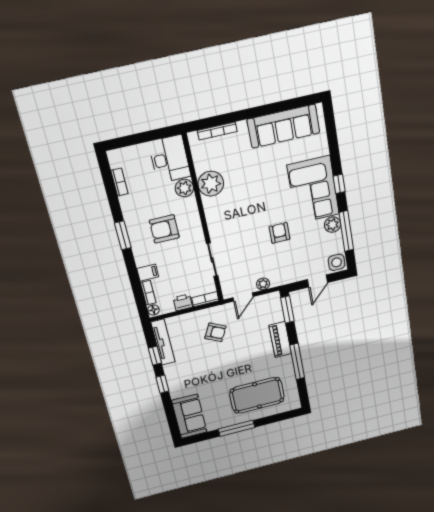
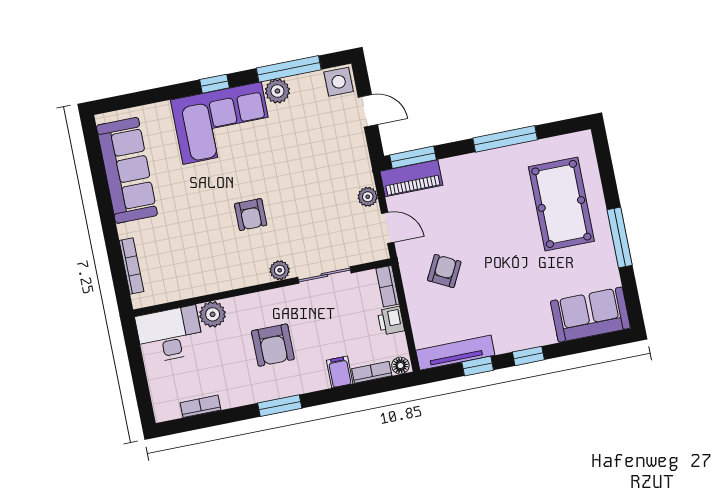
plant: (211, 184) -> (280, 270), moved, width x0.53, depth x0.53
armchair: (279, 233) -> (251, 215), moved, turned -90
piano: (280, 340) -> (411, 178), moved

